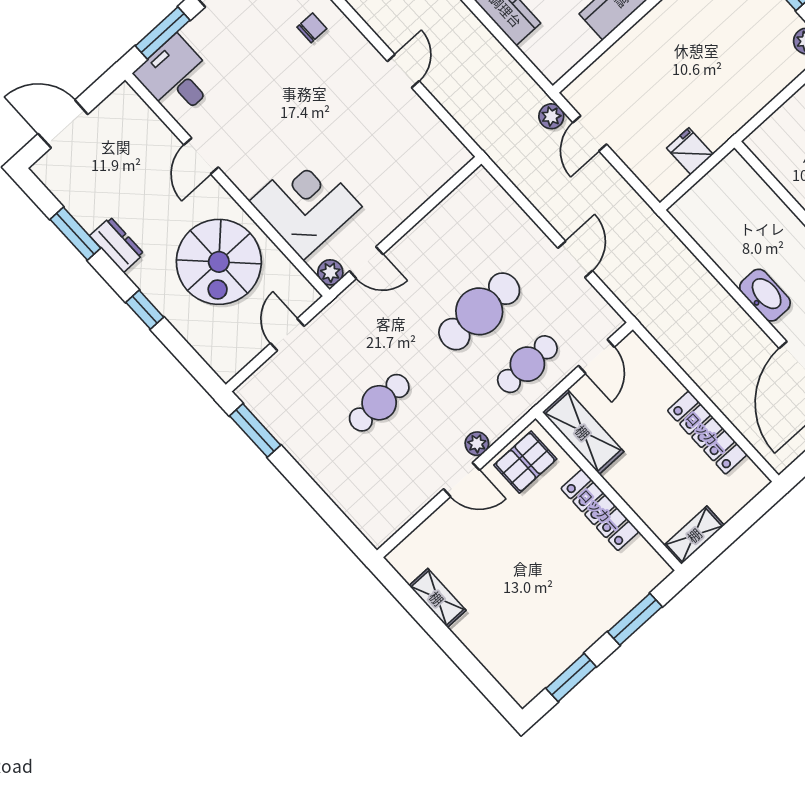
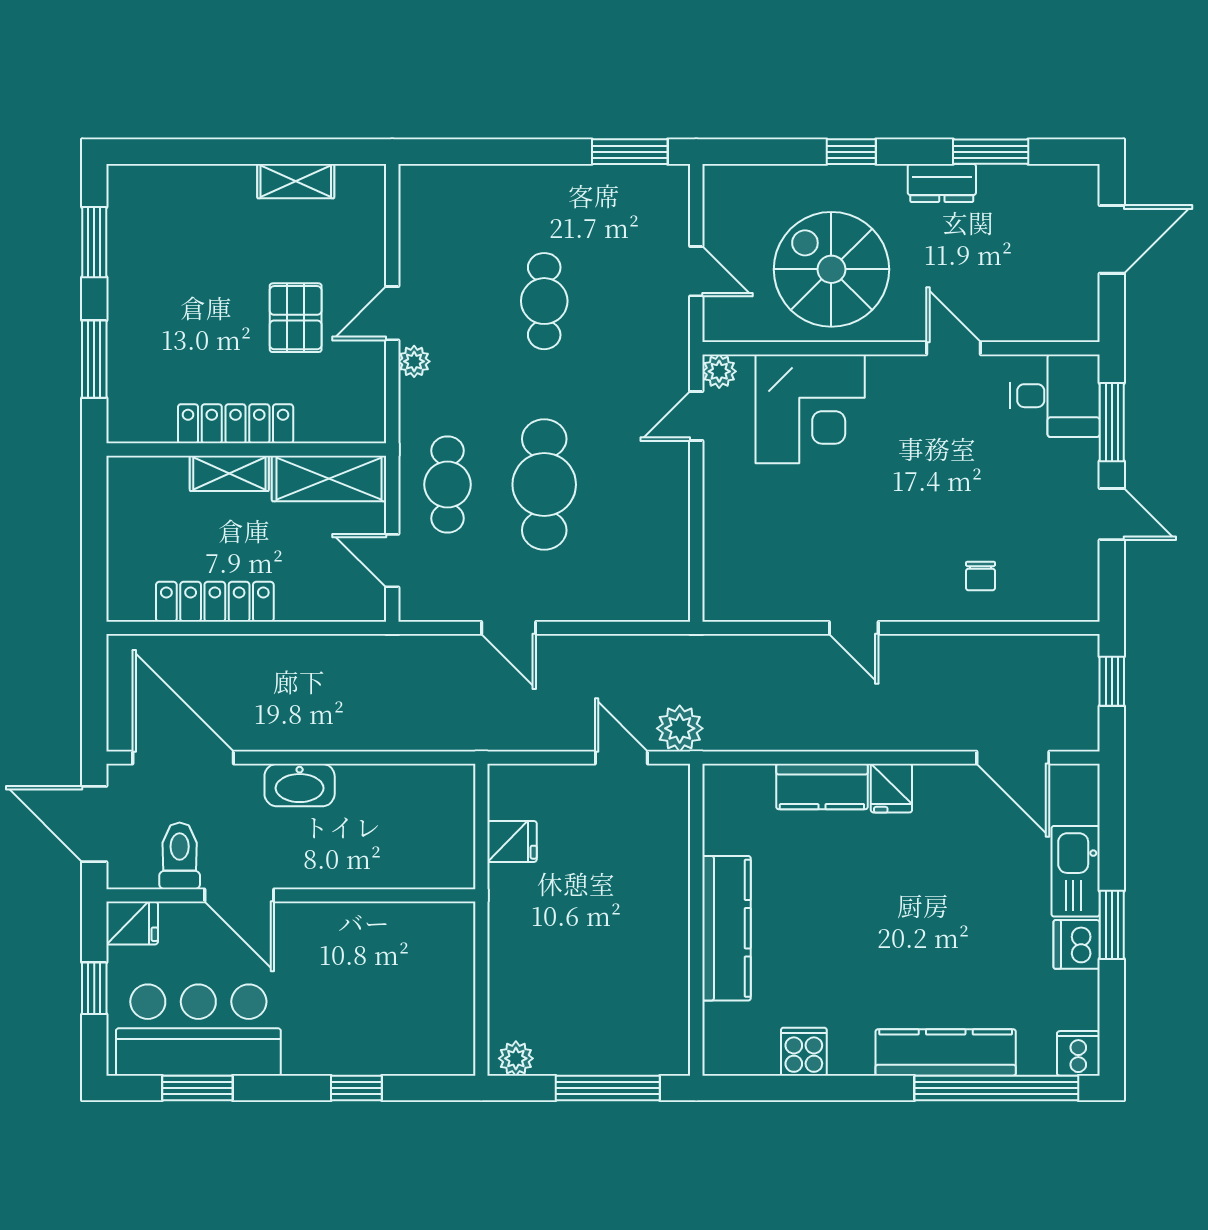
plant: (551, 116) -> (680, 728), width x1.38, depth x1.38
pallet: (525, 462) -> (296, 318), moved
shelving: (694, 535) -> (229, 473), moved, turned 90

